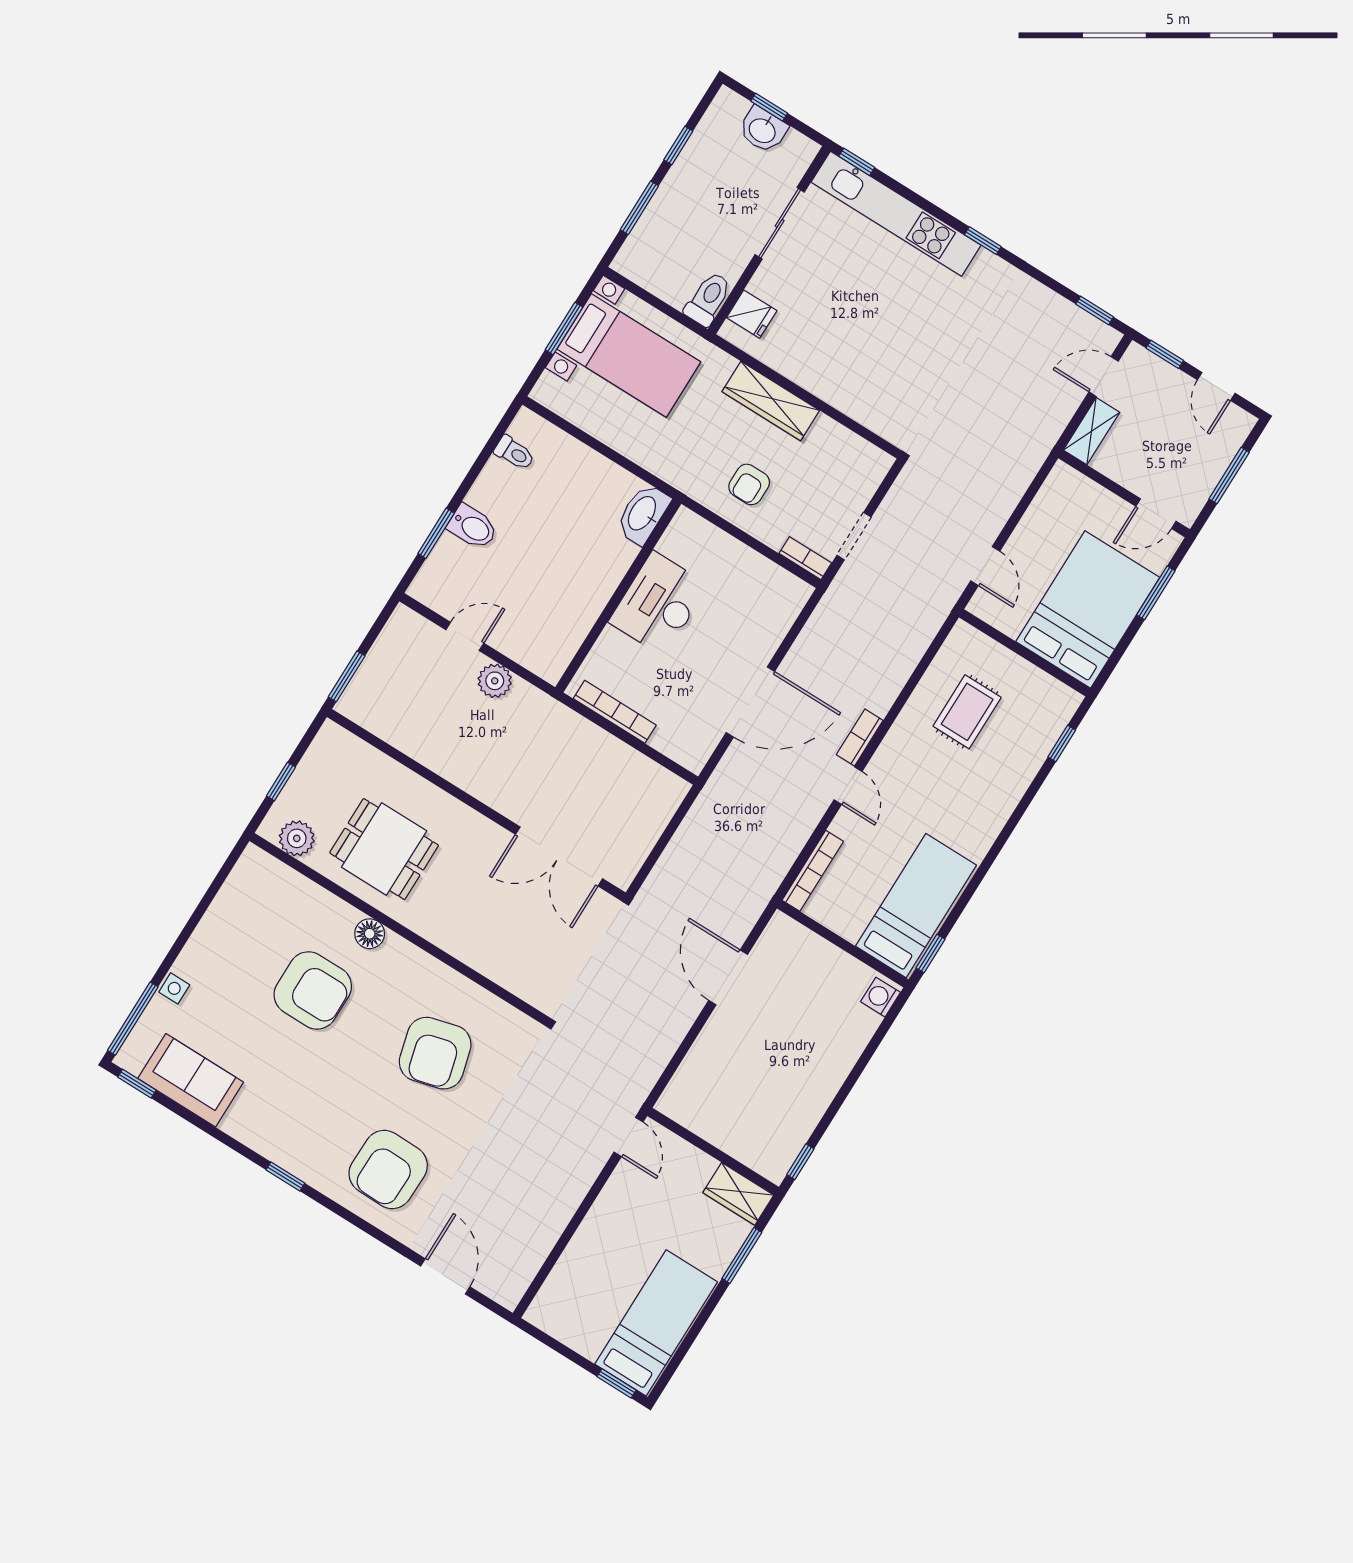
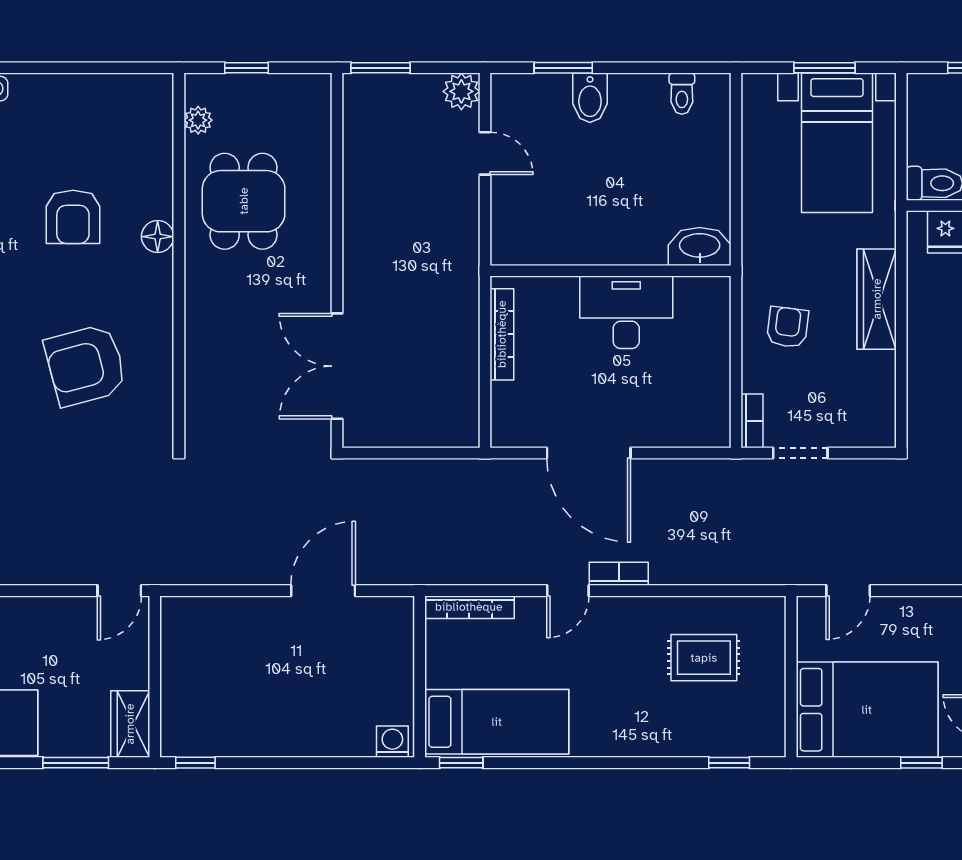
armchair: (749, 484) -> (788, 327), turned 97
window: (1156, 593) -> (921, 763), width x0.67
plant: (495, 681) -> (461, 91), moved
plant: (297, 838) -> (198, 120), width x0.73, depth x0.73
armchair: (313, 990) -> (73, 217), width x0.73, depth x0.73

